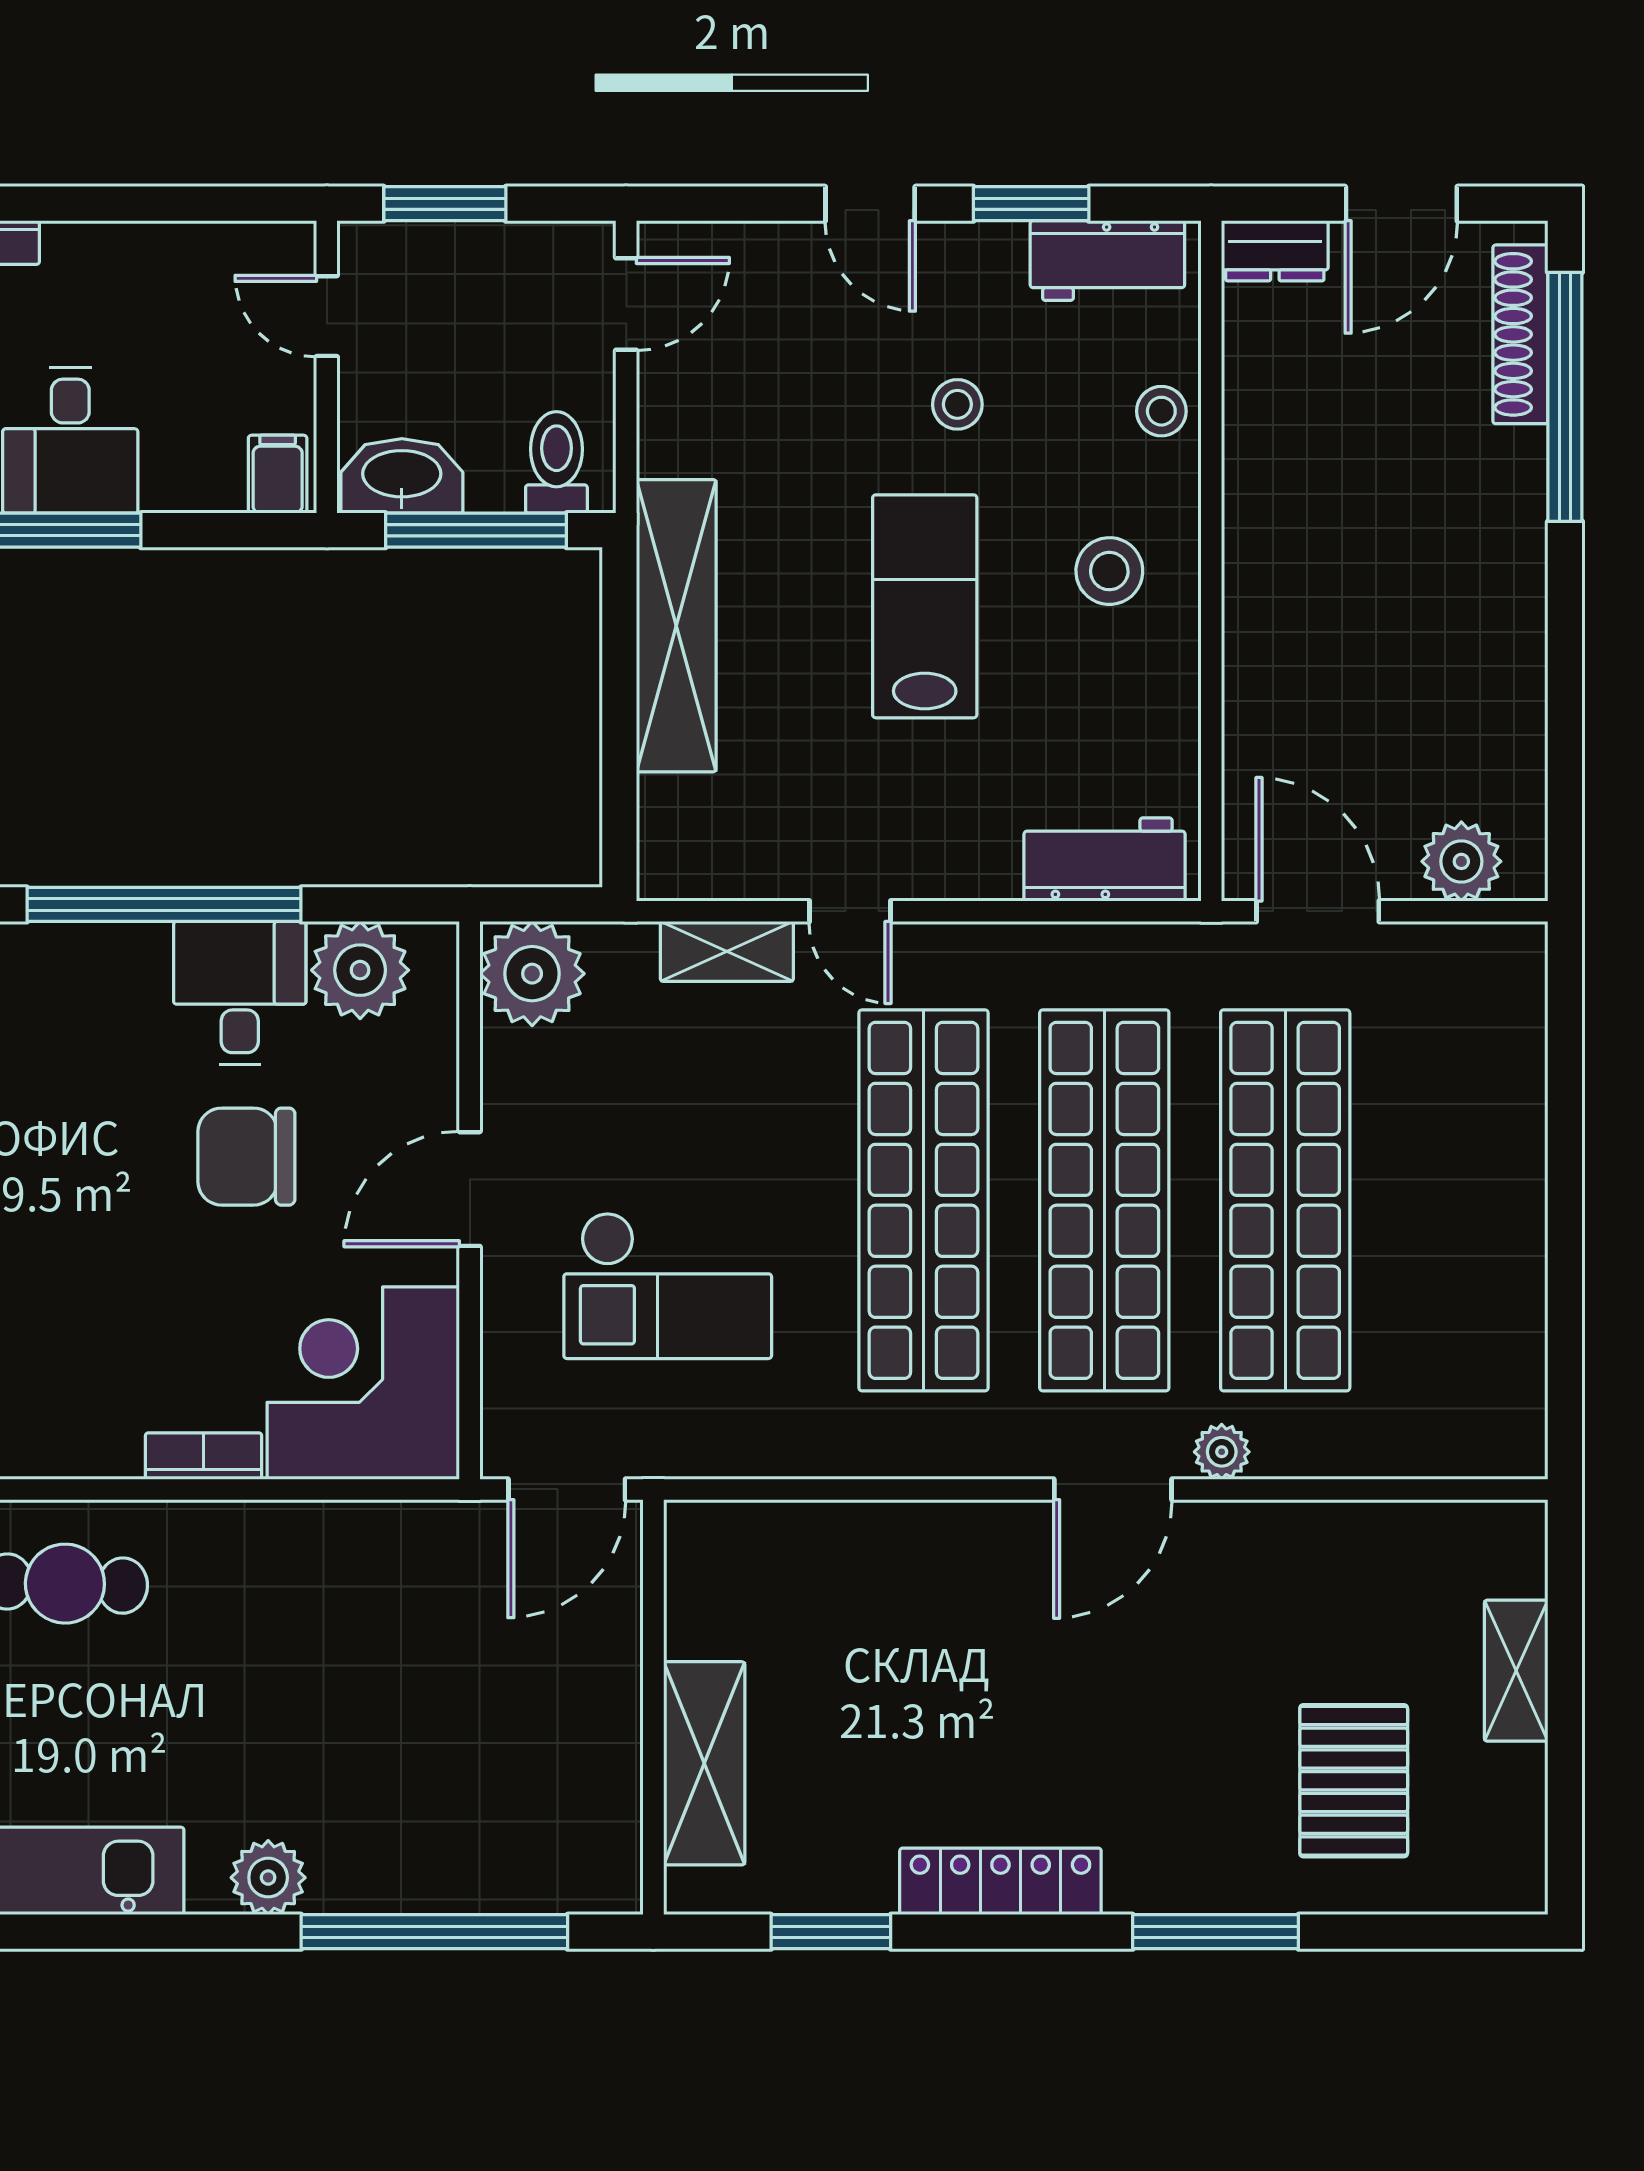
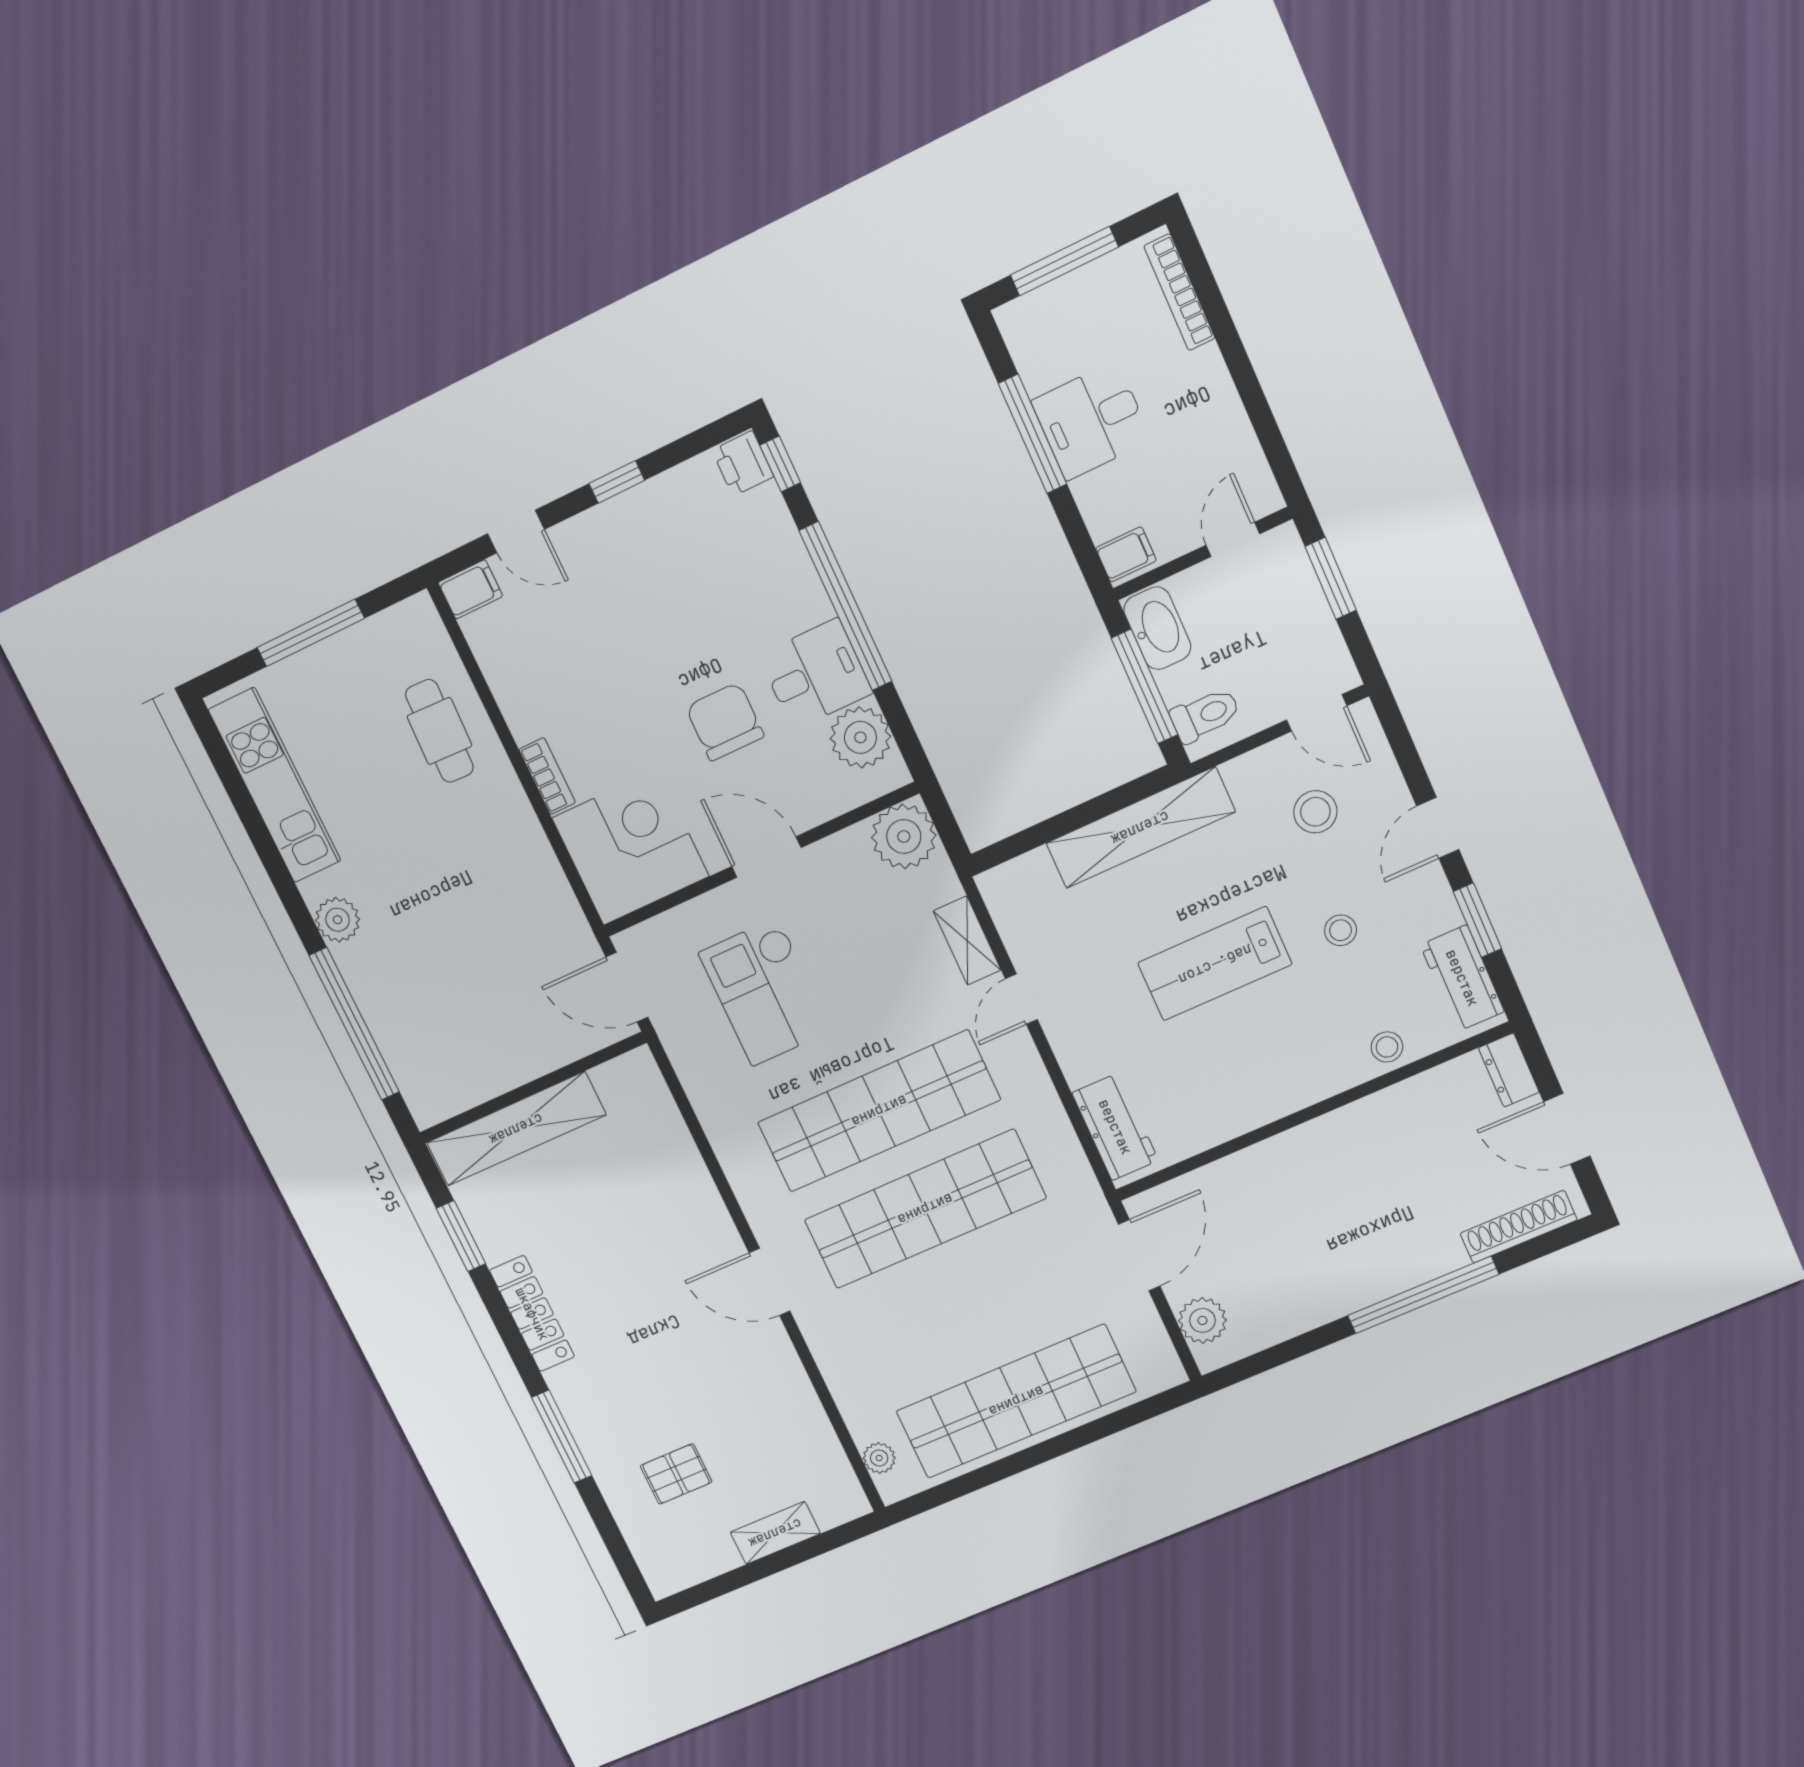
window: (1565, 397) -> (1423, 1295), moved
stool: (1109, 571) -> (1315, 812), moved
lab bench: (925, 606) -> (1215, 964), turned 180
shop shelf: (1285, 1200) -> (1016, 1401), moved
plant: (1222, 1452) -> (879, 1458), moved
shelving: (704, 1763) -> (516, 1129), width x1.47
pallet: (1354, 1781) -> (676, 1474), width x0.67, depth x0.71

